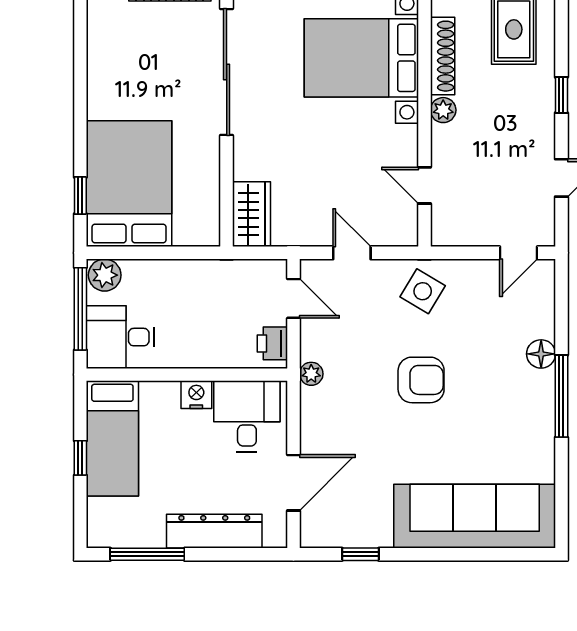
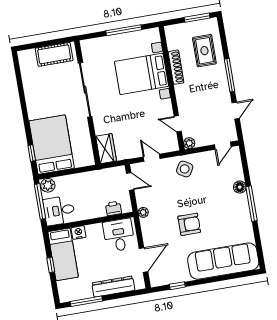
window: (561, 95) -> (230, 75), width x2.17
plant: (443, 110) -> (189, 143), moved
printer: (272, 343) -> (113, 208), moved, turned 90
armchair: (421, 380) -> (189, 224), moved
nightstand: (196, 395) -> (79, 233), moved

